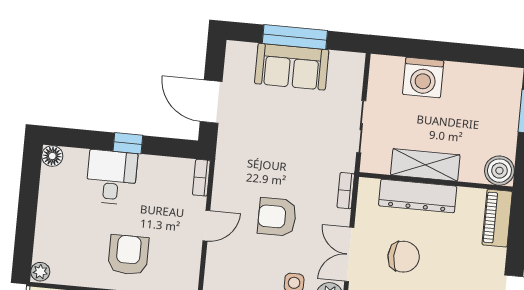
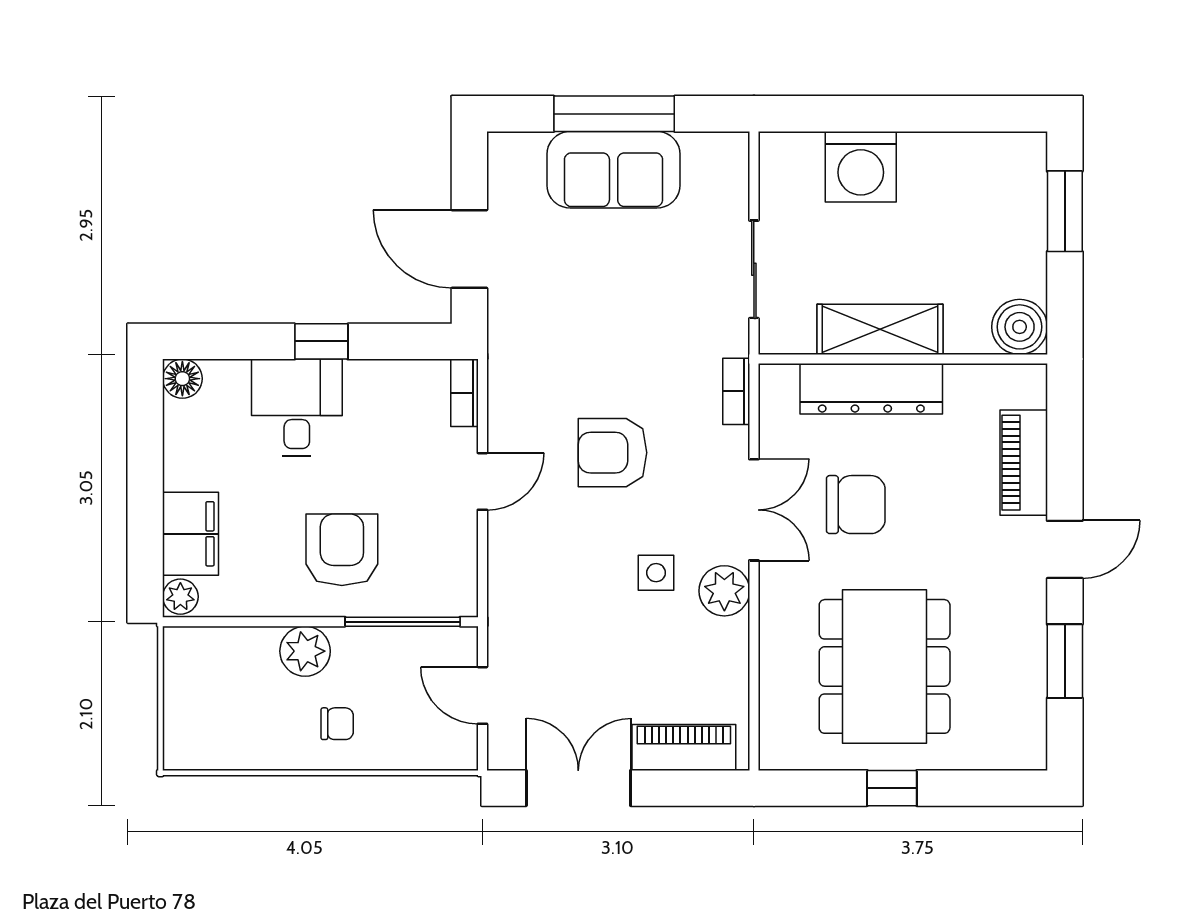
piano: (497, 218) -> (1024, 463), moved
filing cabinet: (49, 239) -> (191, 534), added
double door: (349, 254) -> (754, 510), swing flipped

